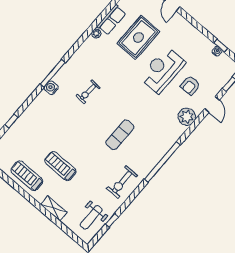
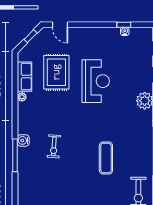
reception desk: (162, 70) -> (96, 81), turned 180
armchair: (190, 86) -> (127, 75), removed
water cooler: (51, 88) -> (23, 140), moved

